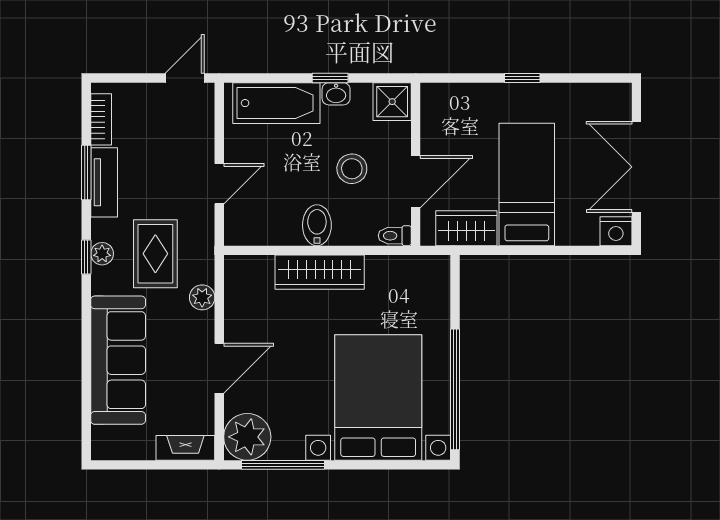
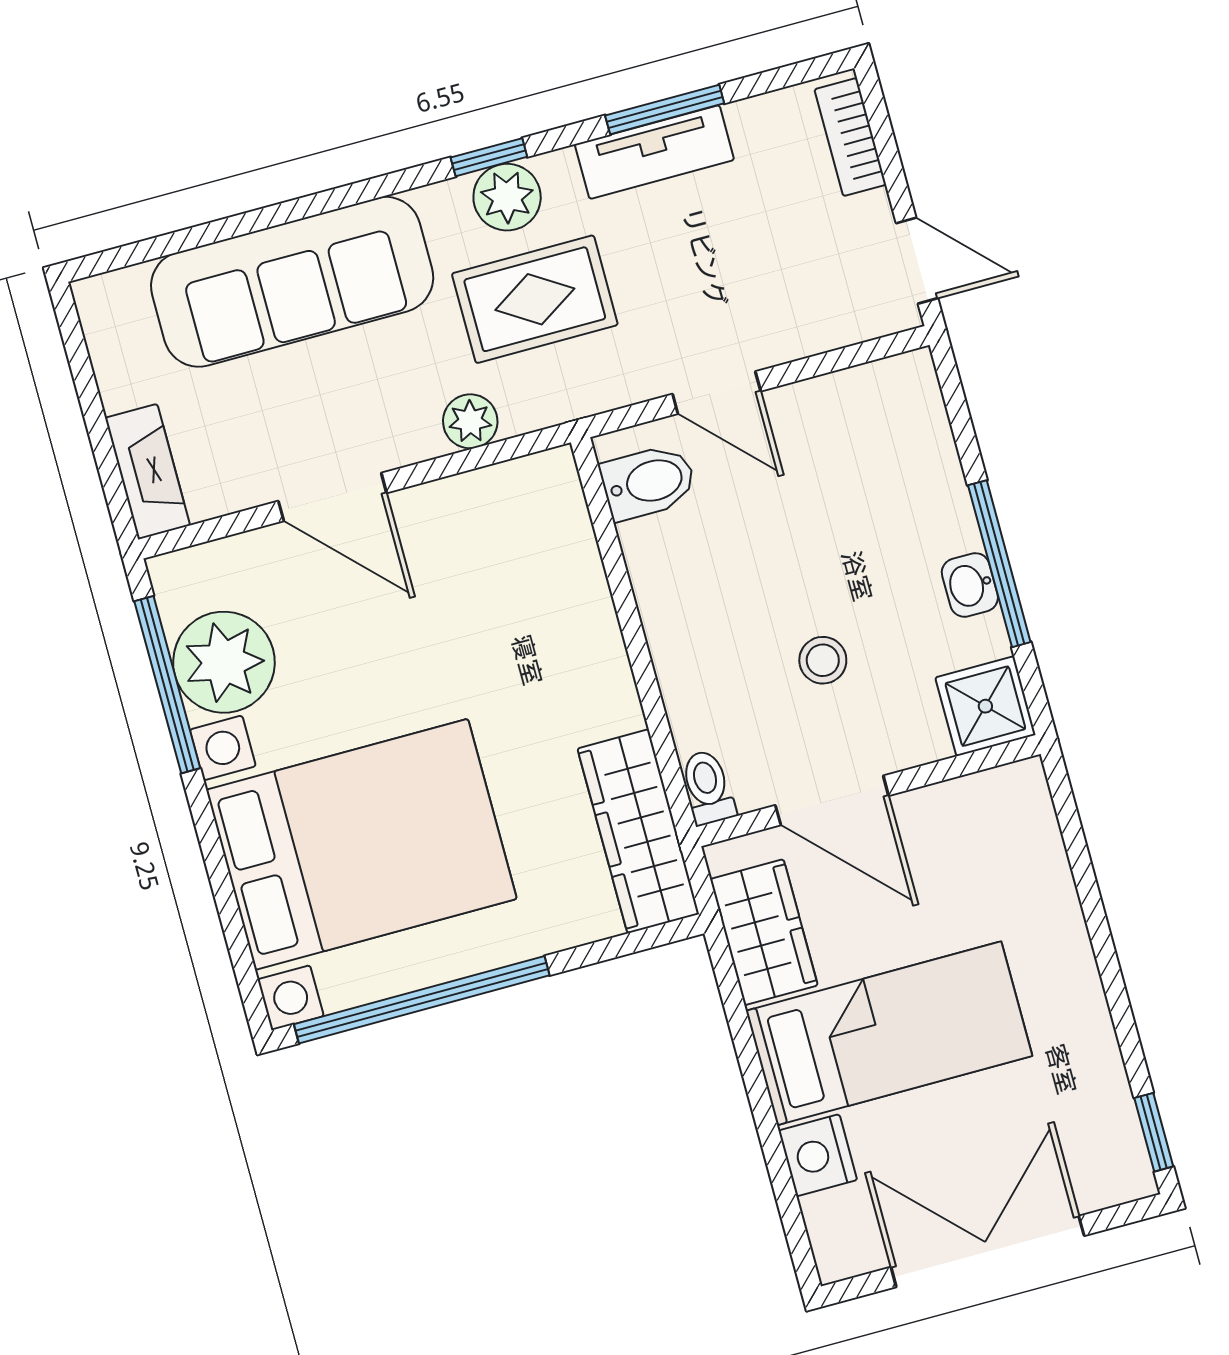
window: (330, 78) -> (999, 564), width x2.17
window: (522, 78) -> (1154, 1132), moved
bathtub: (276, 103) -> (917, 466), removed
bookcase: (101, 119) -> (850, 137), moved, turned 90
stool: (352, 169) -> (823, 660), width x0.73, depth x0.73
bidet: (317, 225) -> (648, 482), moved
nightstand: (616, 231) -> (818, 1155), moved
plant: (102, 254) -> (507, 197), width x1.38, depth x1.38
wardrobe: (320, 272) -> (638, 831), moved
plant: (247, 437) -> (224, 662), moved

